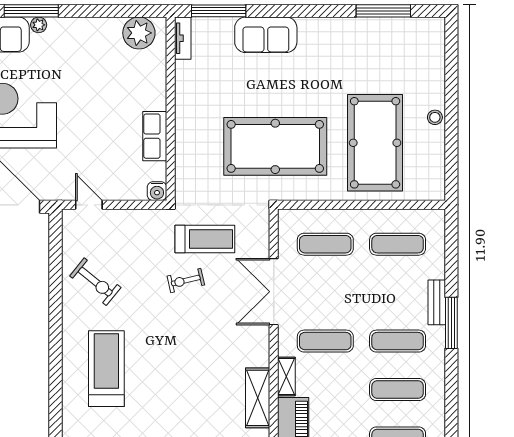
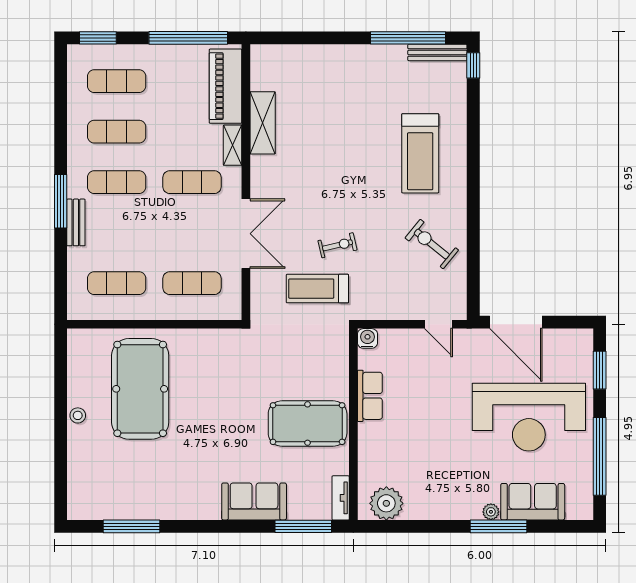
pool table: (275, 146) -> (308, 424), moved, width x0.73, depth x0.76

